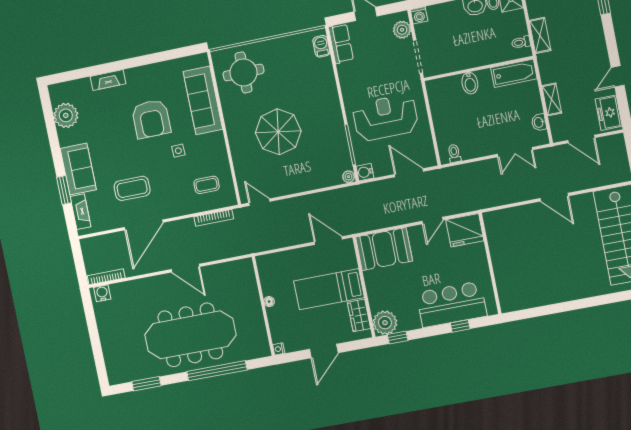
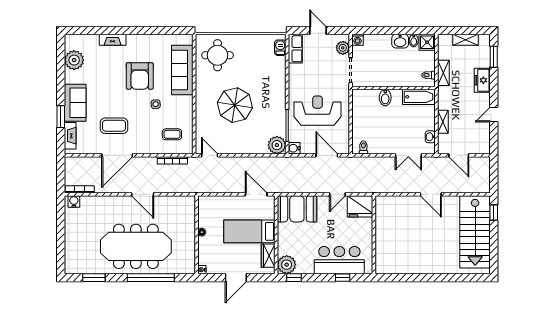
freezer: (609, 113) -> (482, 80), moved
plant: (349, 177) -> (277, 145), width x1.88, depth x1.88

